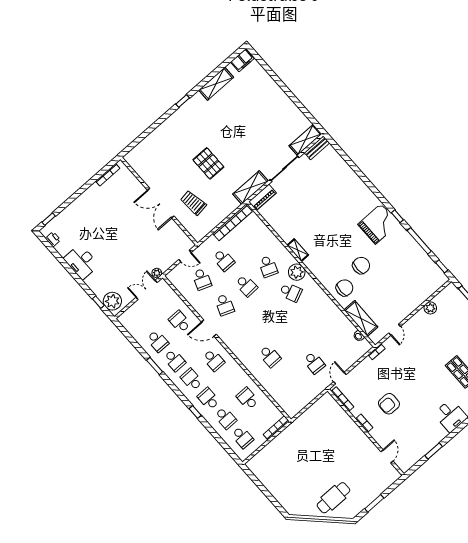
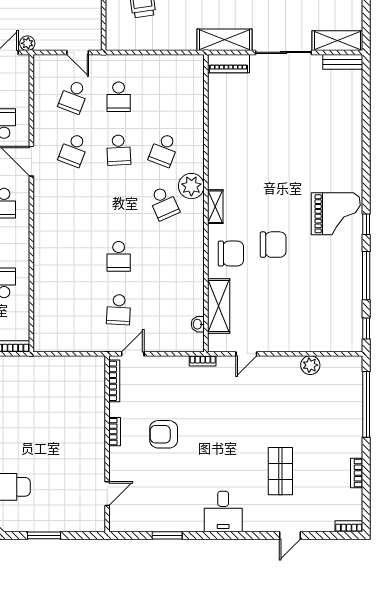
bookcase: (232, 223) -> (167, 62), removed
shelving: (298, 250) -> (215, 207), moved
school desk: (270, 356) -> (119, 256), moved

